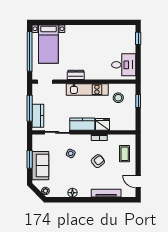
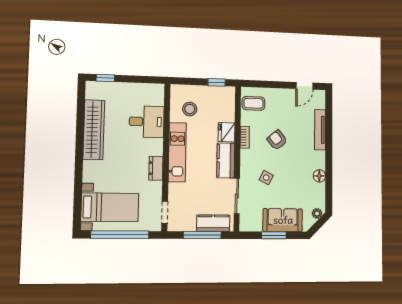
wardrobe: (102, 32) -> (94, 130), added
desk: (124, 65) -> (147, 122), moved, turned 90
window: (138, 101) -> (217, 82), moved
coffee table: (125, 154) -> (253, 103), moved

